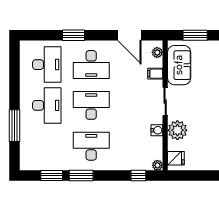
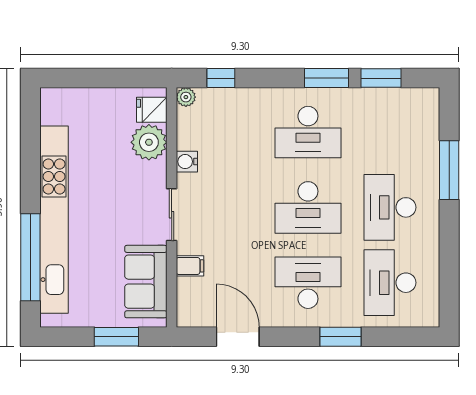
plant: (157, 52) -> (186, 305), removed
plant: (177, 130) -> (149, 142), moved

